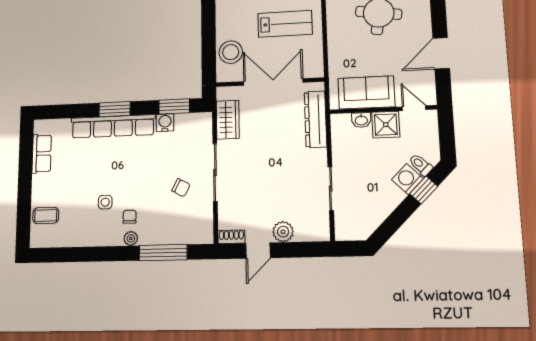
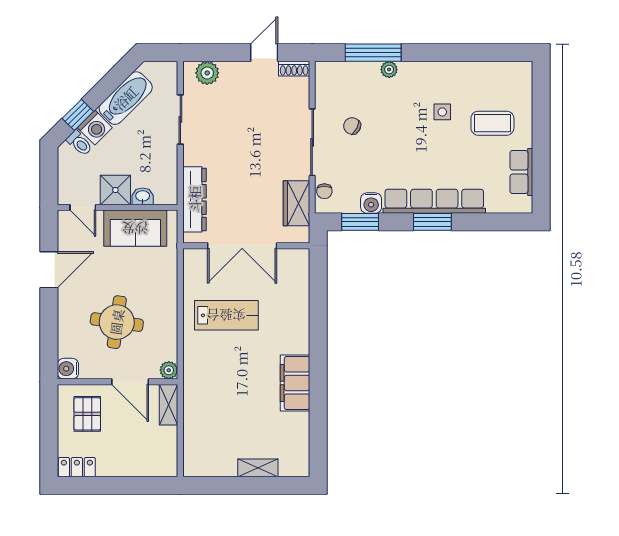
lab bench: (285, 24) -> (226, 315), turned 180
stool: (231, 52) -> (292, 284), removed
bathtub: (381, 206) -> (126, 98), added
coffee table: (46, 215) -> (492, 123), moved, width x1.36, depth x1.30
chair: (130, 217) -> (324, 191), moved
plant: (283, 232) -> (207, 73), moved
plant: (131, 238) -> (389, 70), moved

